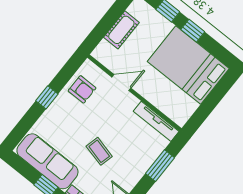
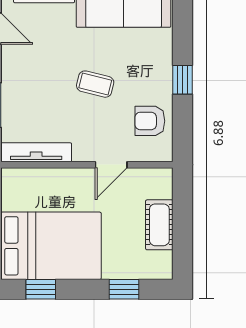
window: (193, 31) -> (41, 289), moved
coffee table: (99, 151) -> (95, 84), moved

